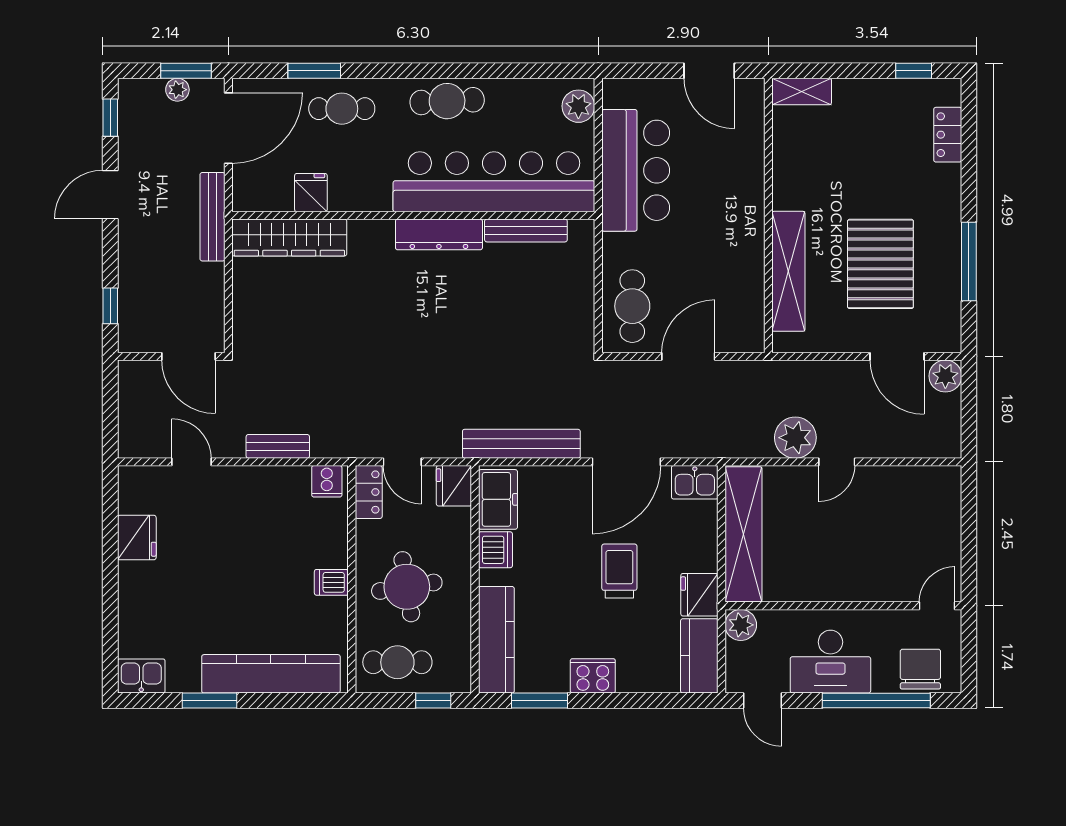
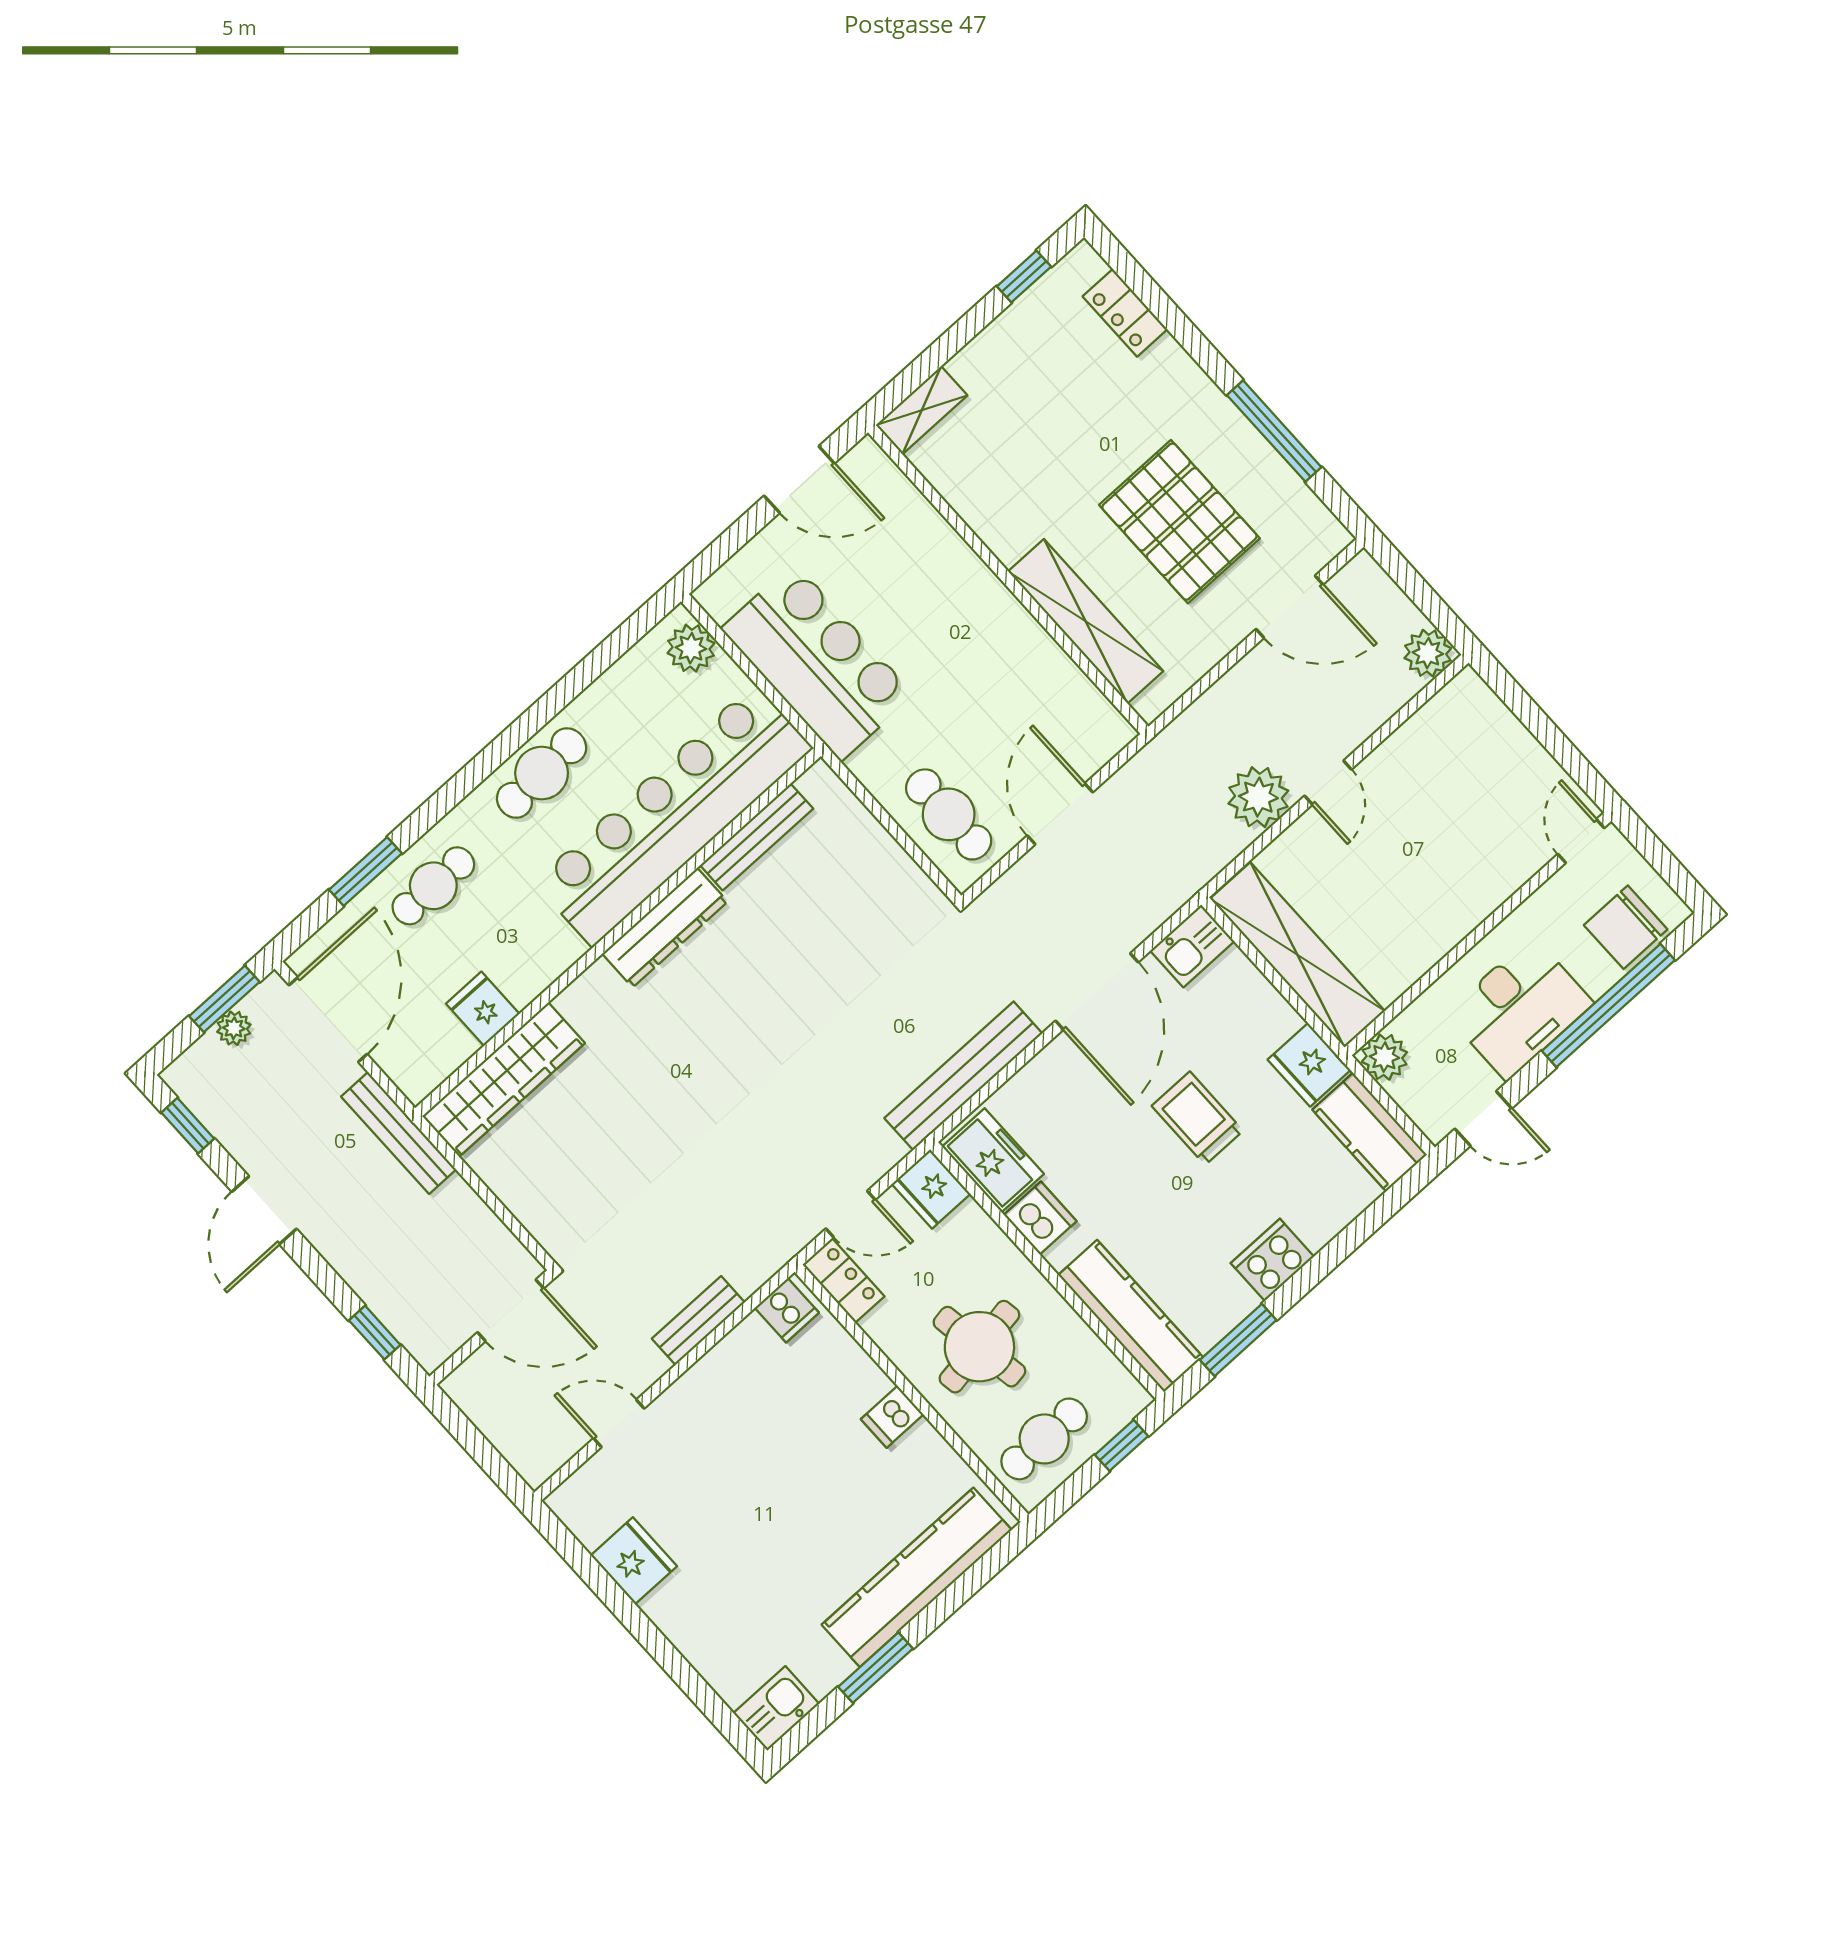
plant: (945, 376) -> (1428, 653), moved
chair: (920, 669) -> (1626, 927), turned -90

